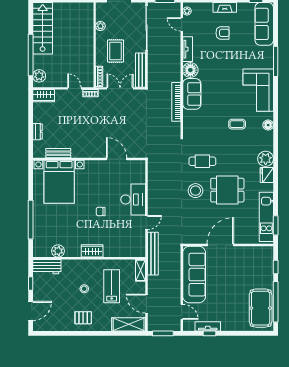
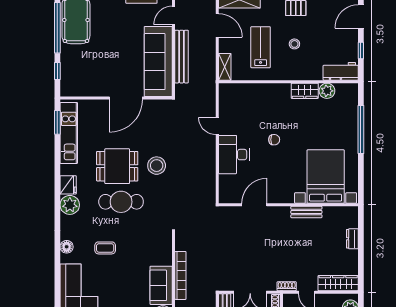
wardrobe: (44, 96) -> (338, 283), width x1.50
bench: (58, 153) -> (306, 212), moved
door: (117, 159) -> (254, 205), swing flipped
cafe table: (202, 161) -> (121, 202), moved, width x1.37, depth x1.35
door: (146, 223) -> (217, 126), hinge flipped
wardrobe: (92, 251) -> (305, 91), moved
bench: (153, 254) -> (182, 57), moved
lab bench: (112, 286) -> (261, 47), turned 180
door: (182, 312) -> (174, 15), hinge flipped

